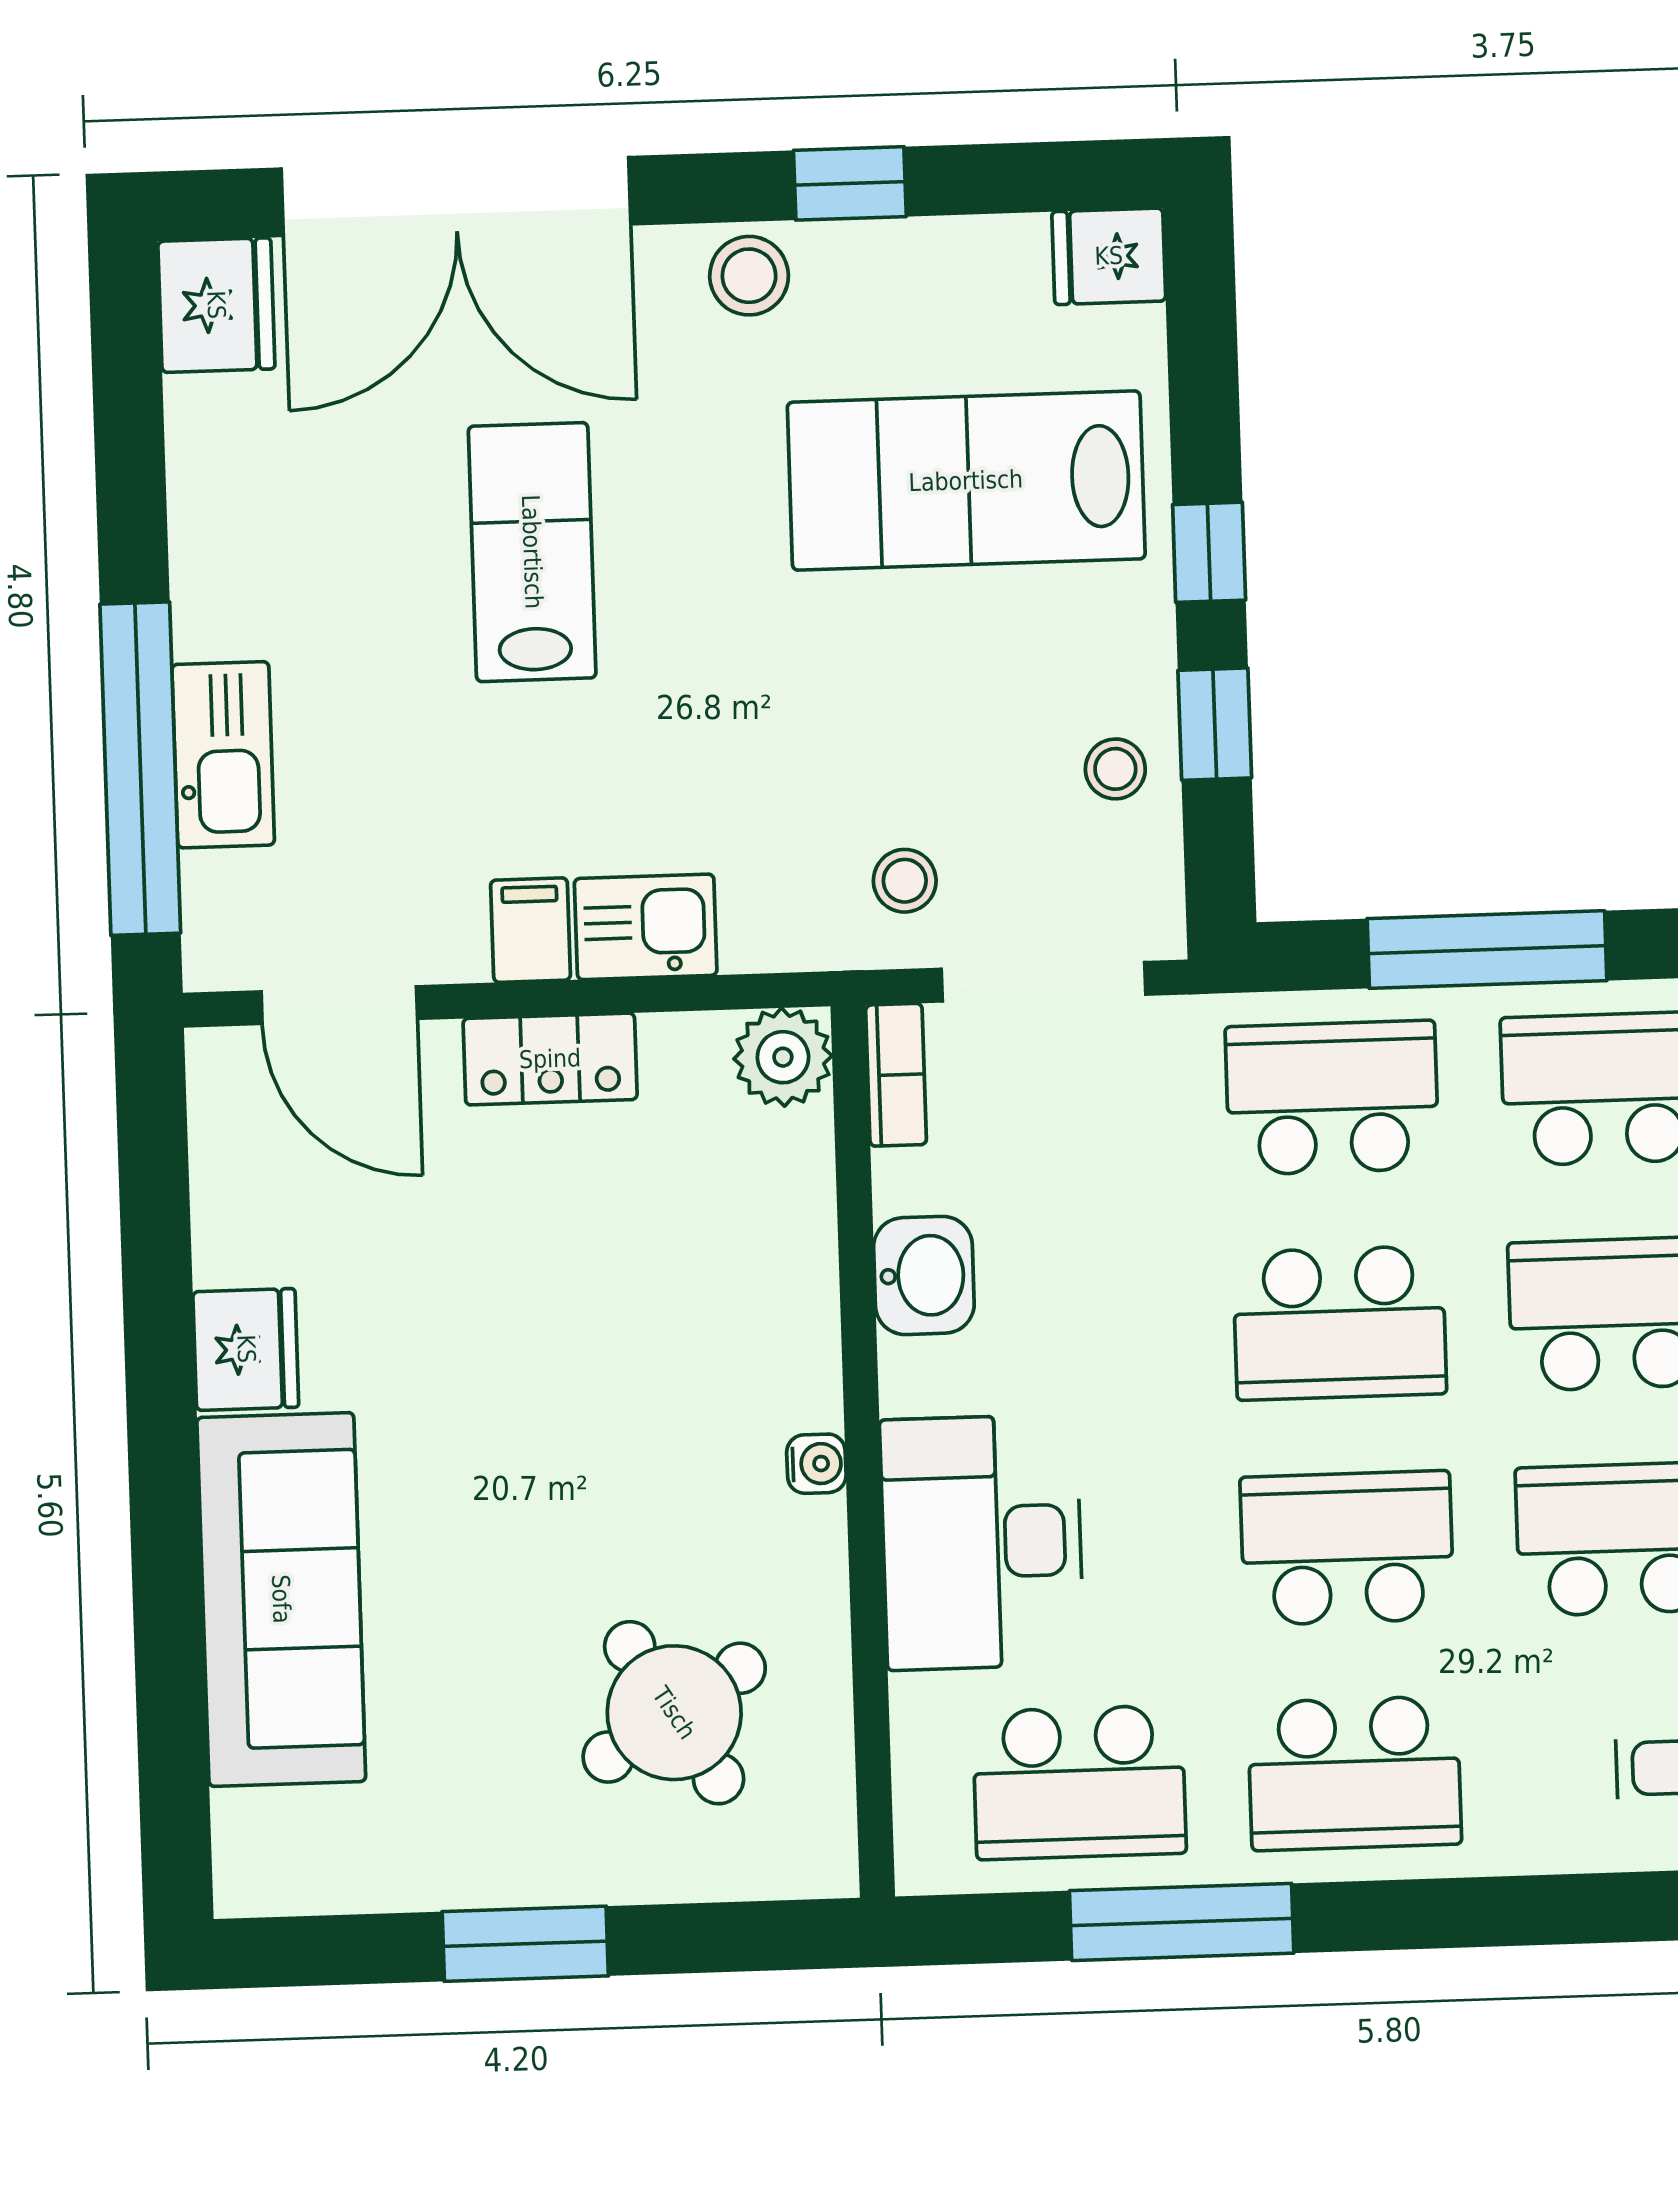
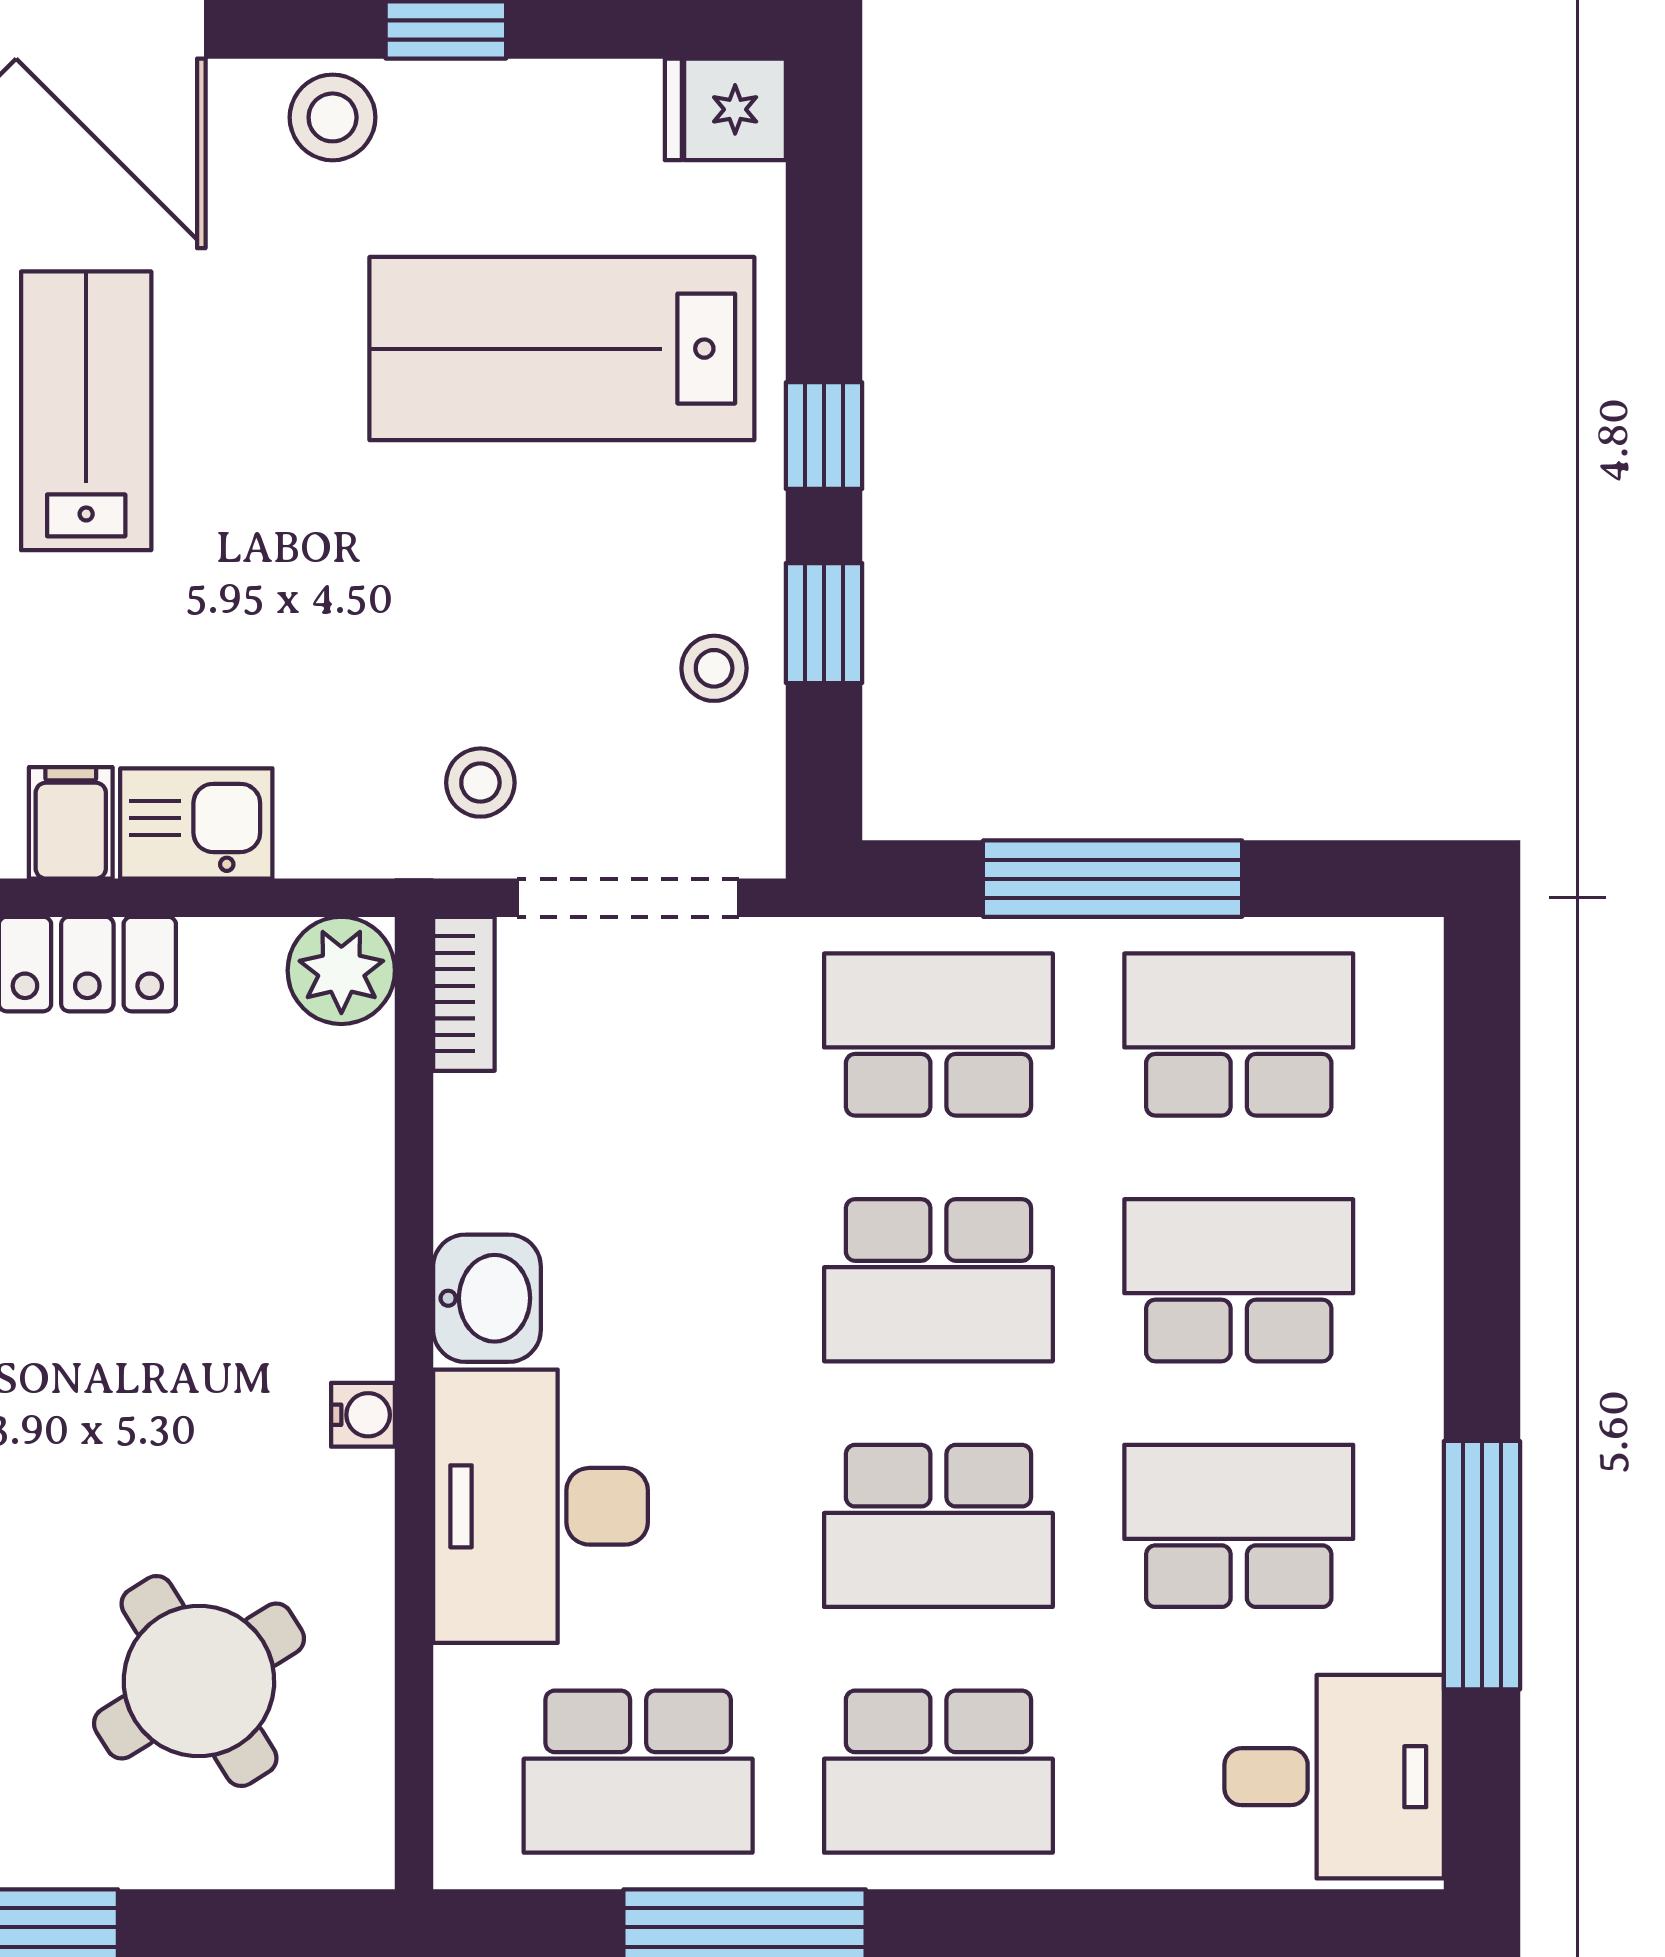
washbasin: (924, 1275) -> (487, 1298), moved
school desk: (1347, 1548) -> (938, 1526), turned 180

